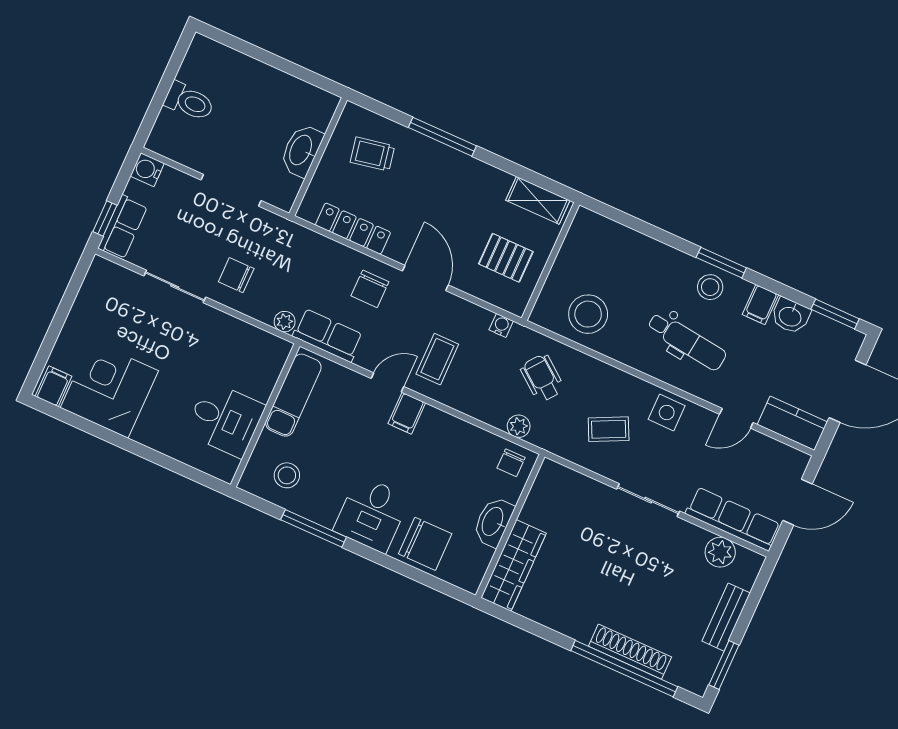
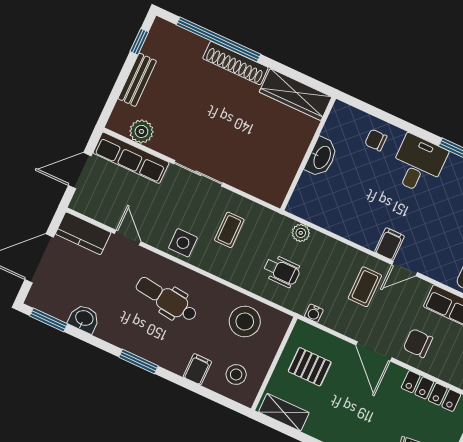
stool: (710, 287) -> (236, 374), moved
chair: (370, 289) -> (418, 343), turned -90
filing cabinet: (760, 305) -> (197, 369), moved
wheelchair: (542, 378) -> (282, 271), turned -38
door: (736, 418) -> (128, 238), hinge flipped
coffee table: (609, 429) -> (229, 230), turned -64
chair: (511, 463) -> (307, 204), removed
chair: (425, 544) -> (376, 140), width x0.54, depth x0.54
wardrobe: (514, 565) -> (296, 94), moved, turned -90
shoe rack: (630, 652) -> (235, 63), moved
window: (724, 665) -> (139, 42), width x0.67

